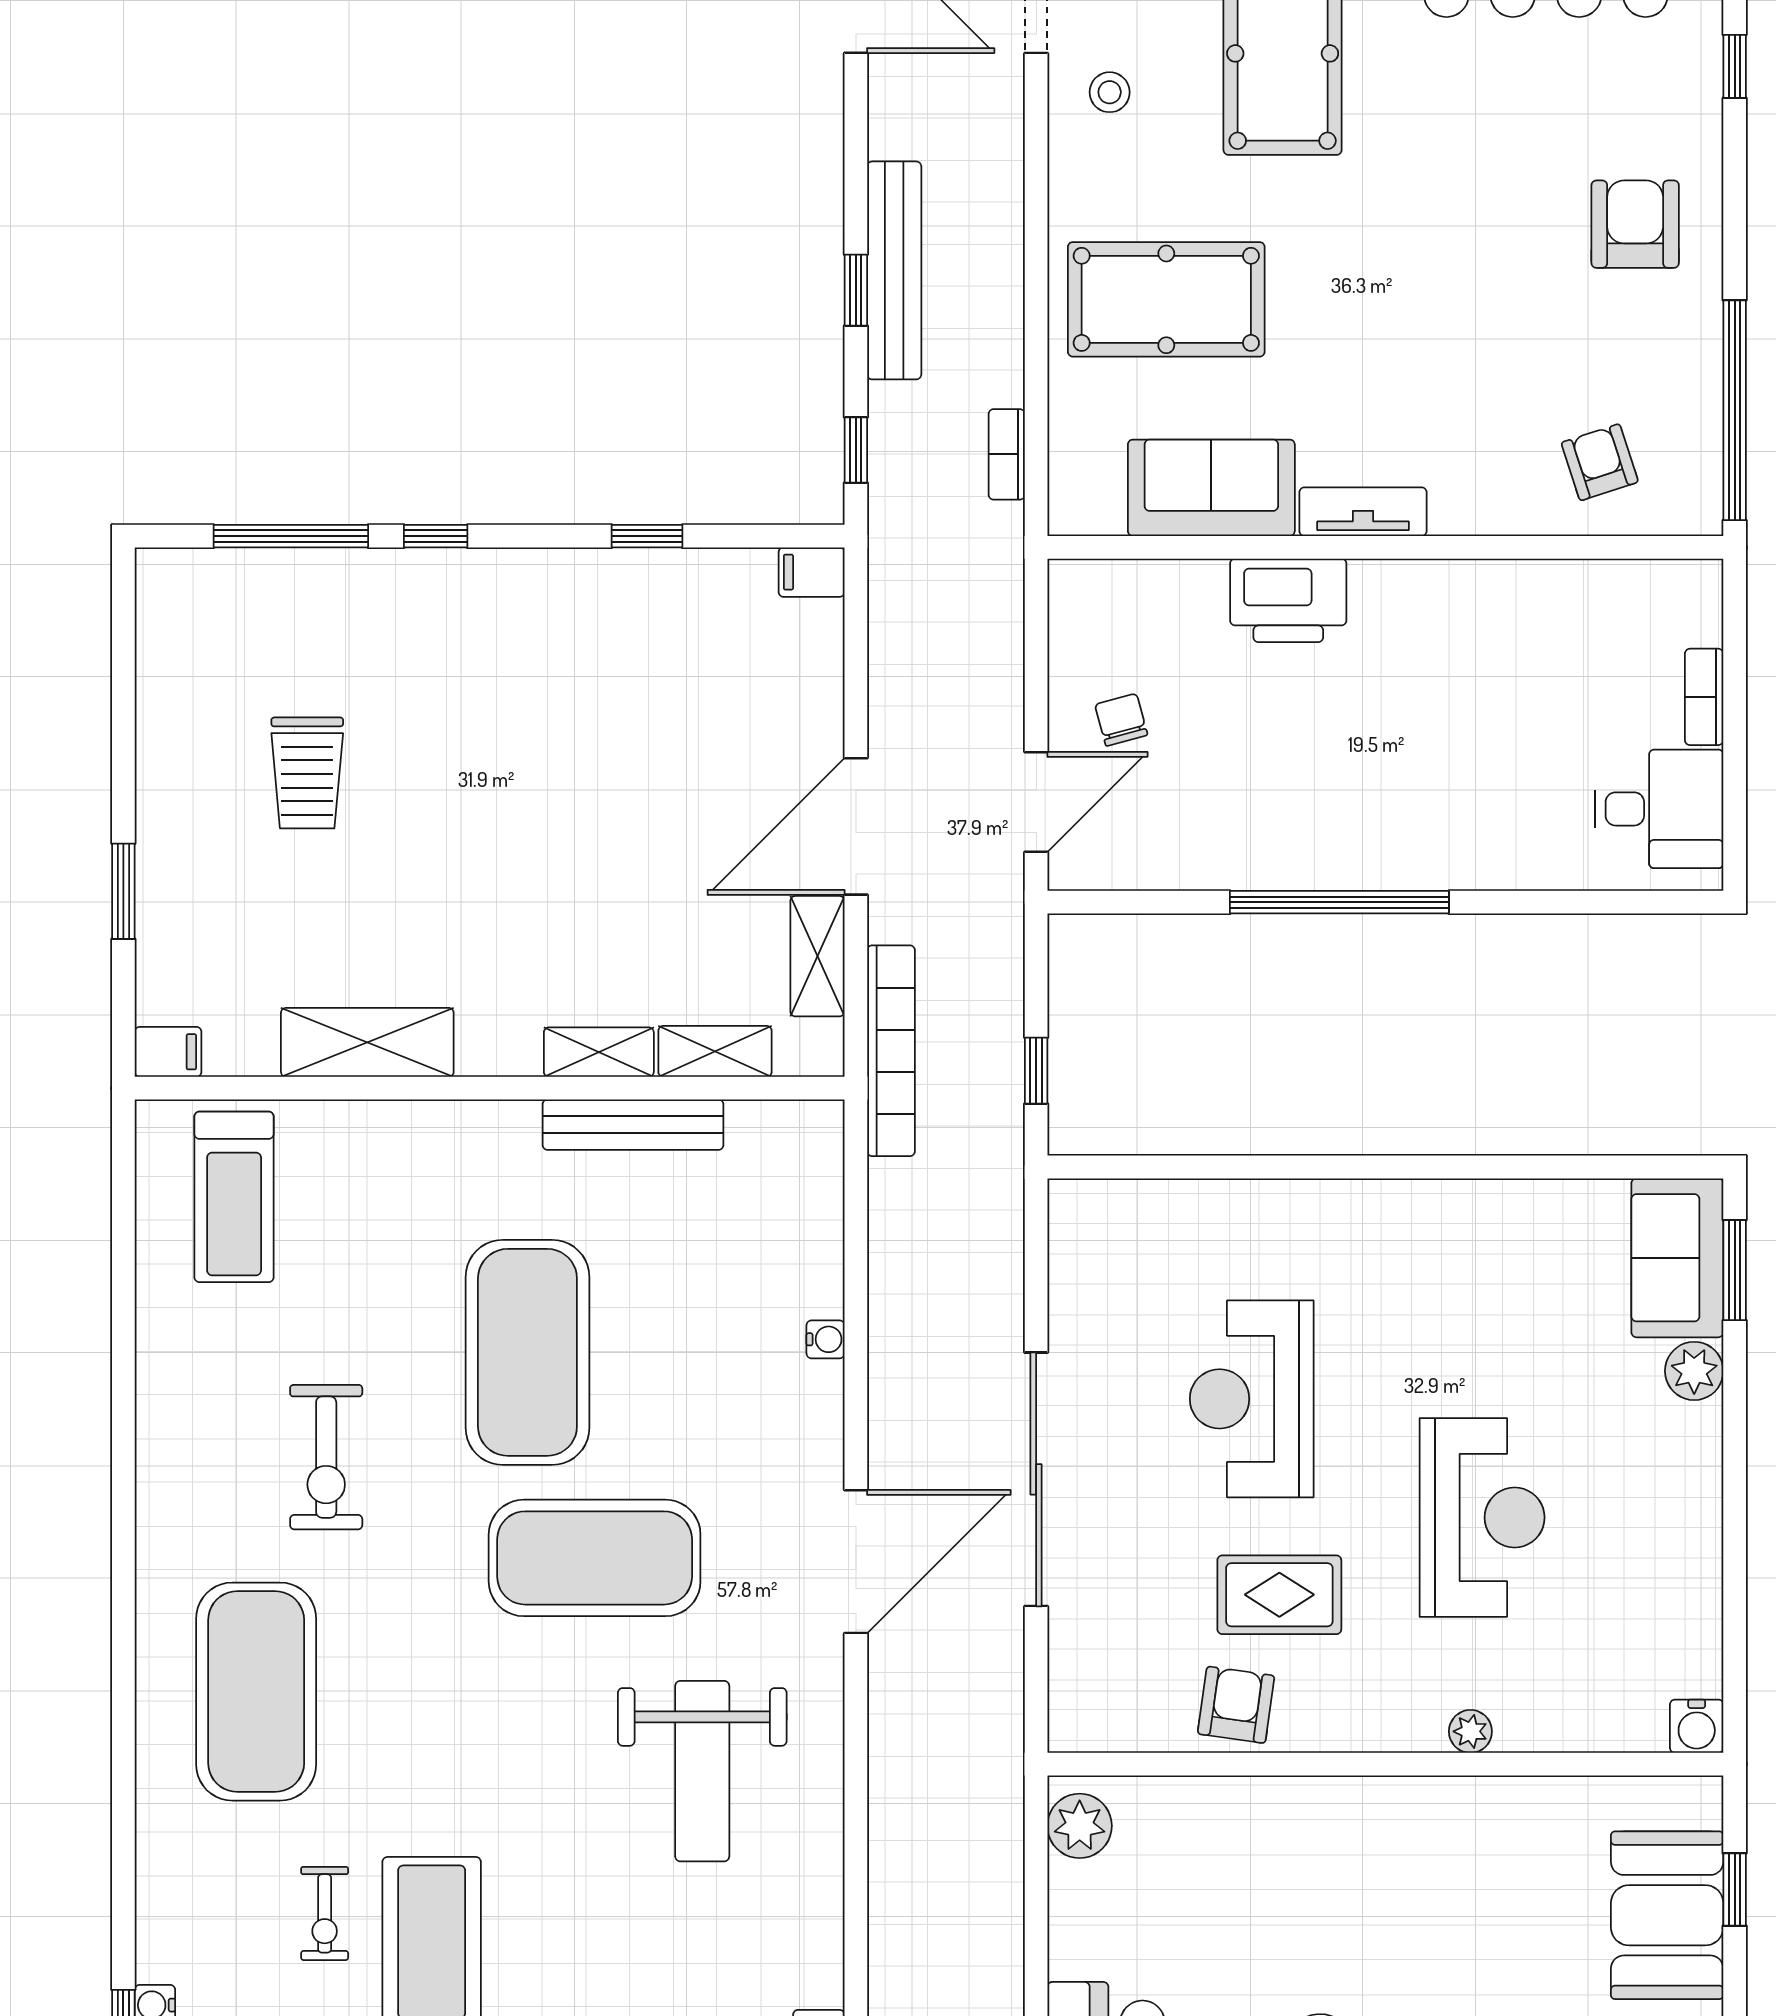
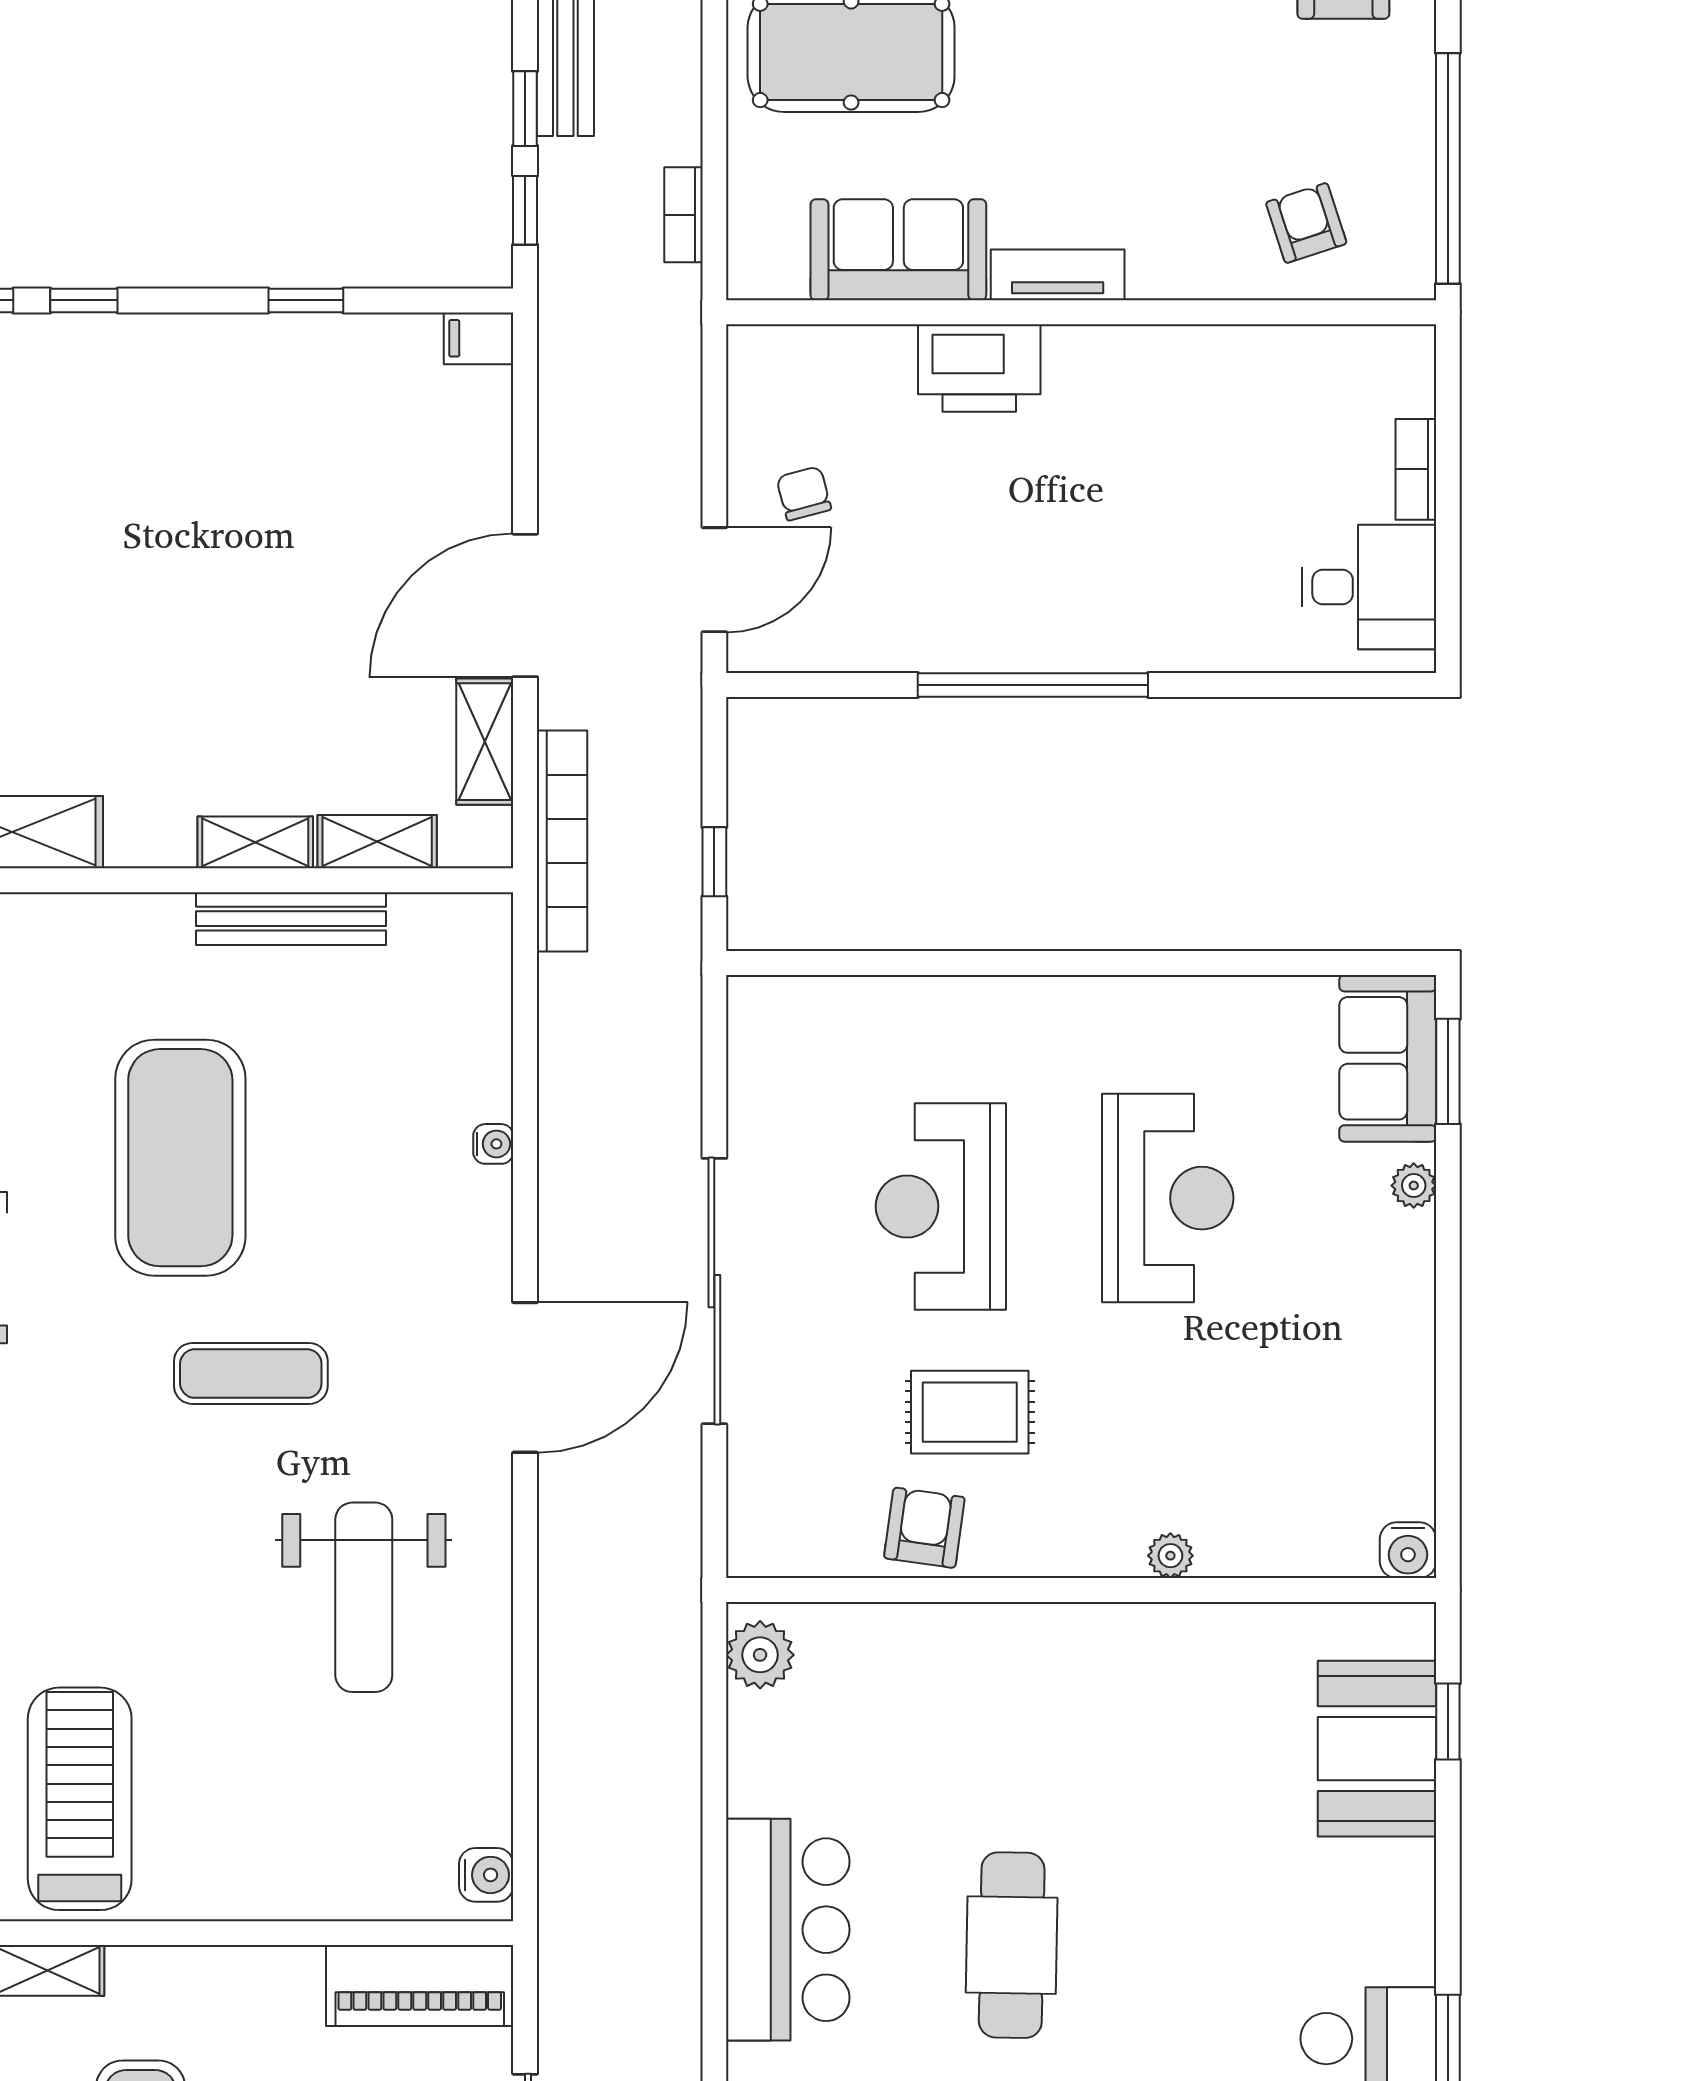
window: (856, 290) -> (525, 109), moved
plant: (1694, 1371) -> (1414, 1186), width x0.73, depth x0.73
reception desk: (1482, 1517) -> (1168, 1198), moved
exercise mat: (595, 1558) -> (251, 1374), width x0.50, depth x0.69

